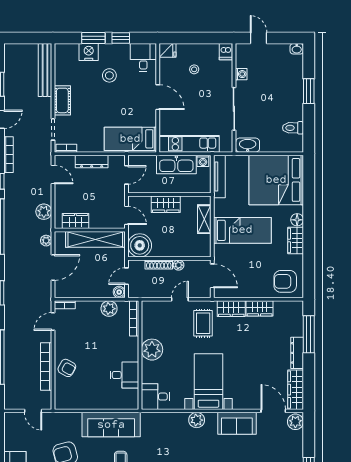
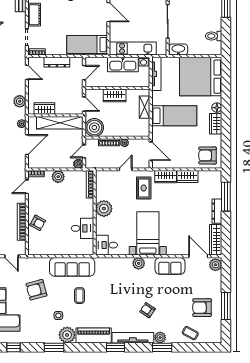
plant: (109, 309) -> (58, 177), moved

